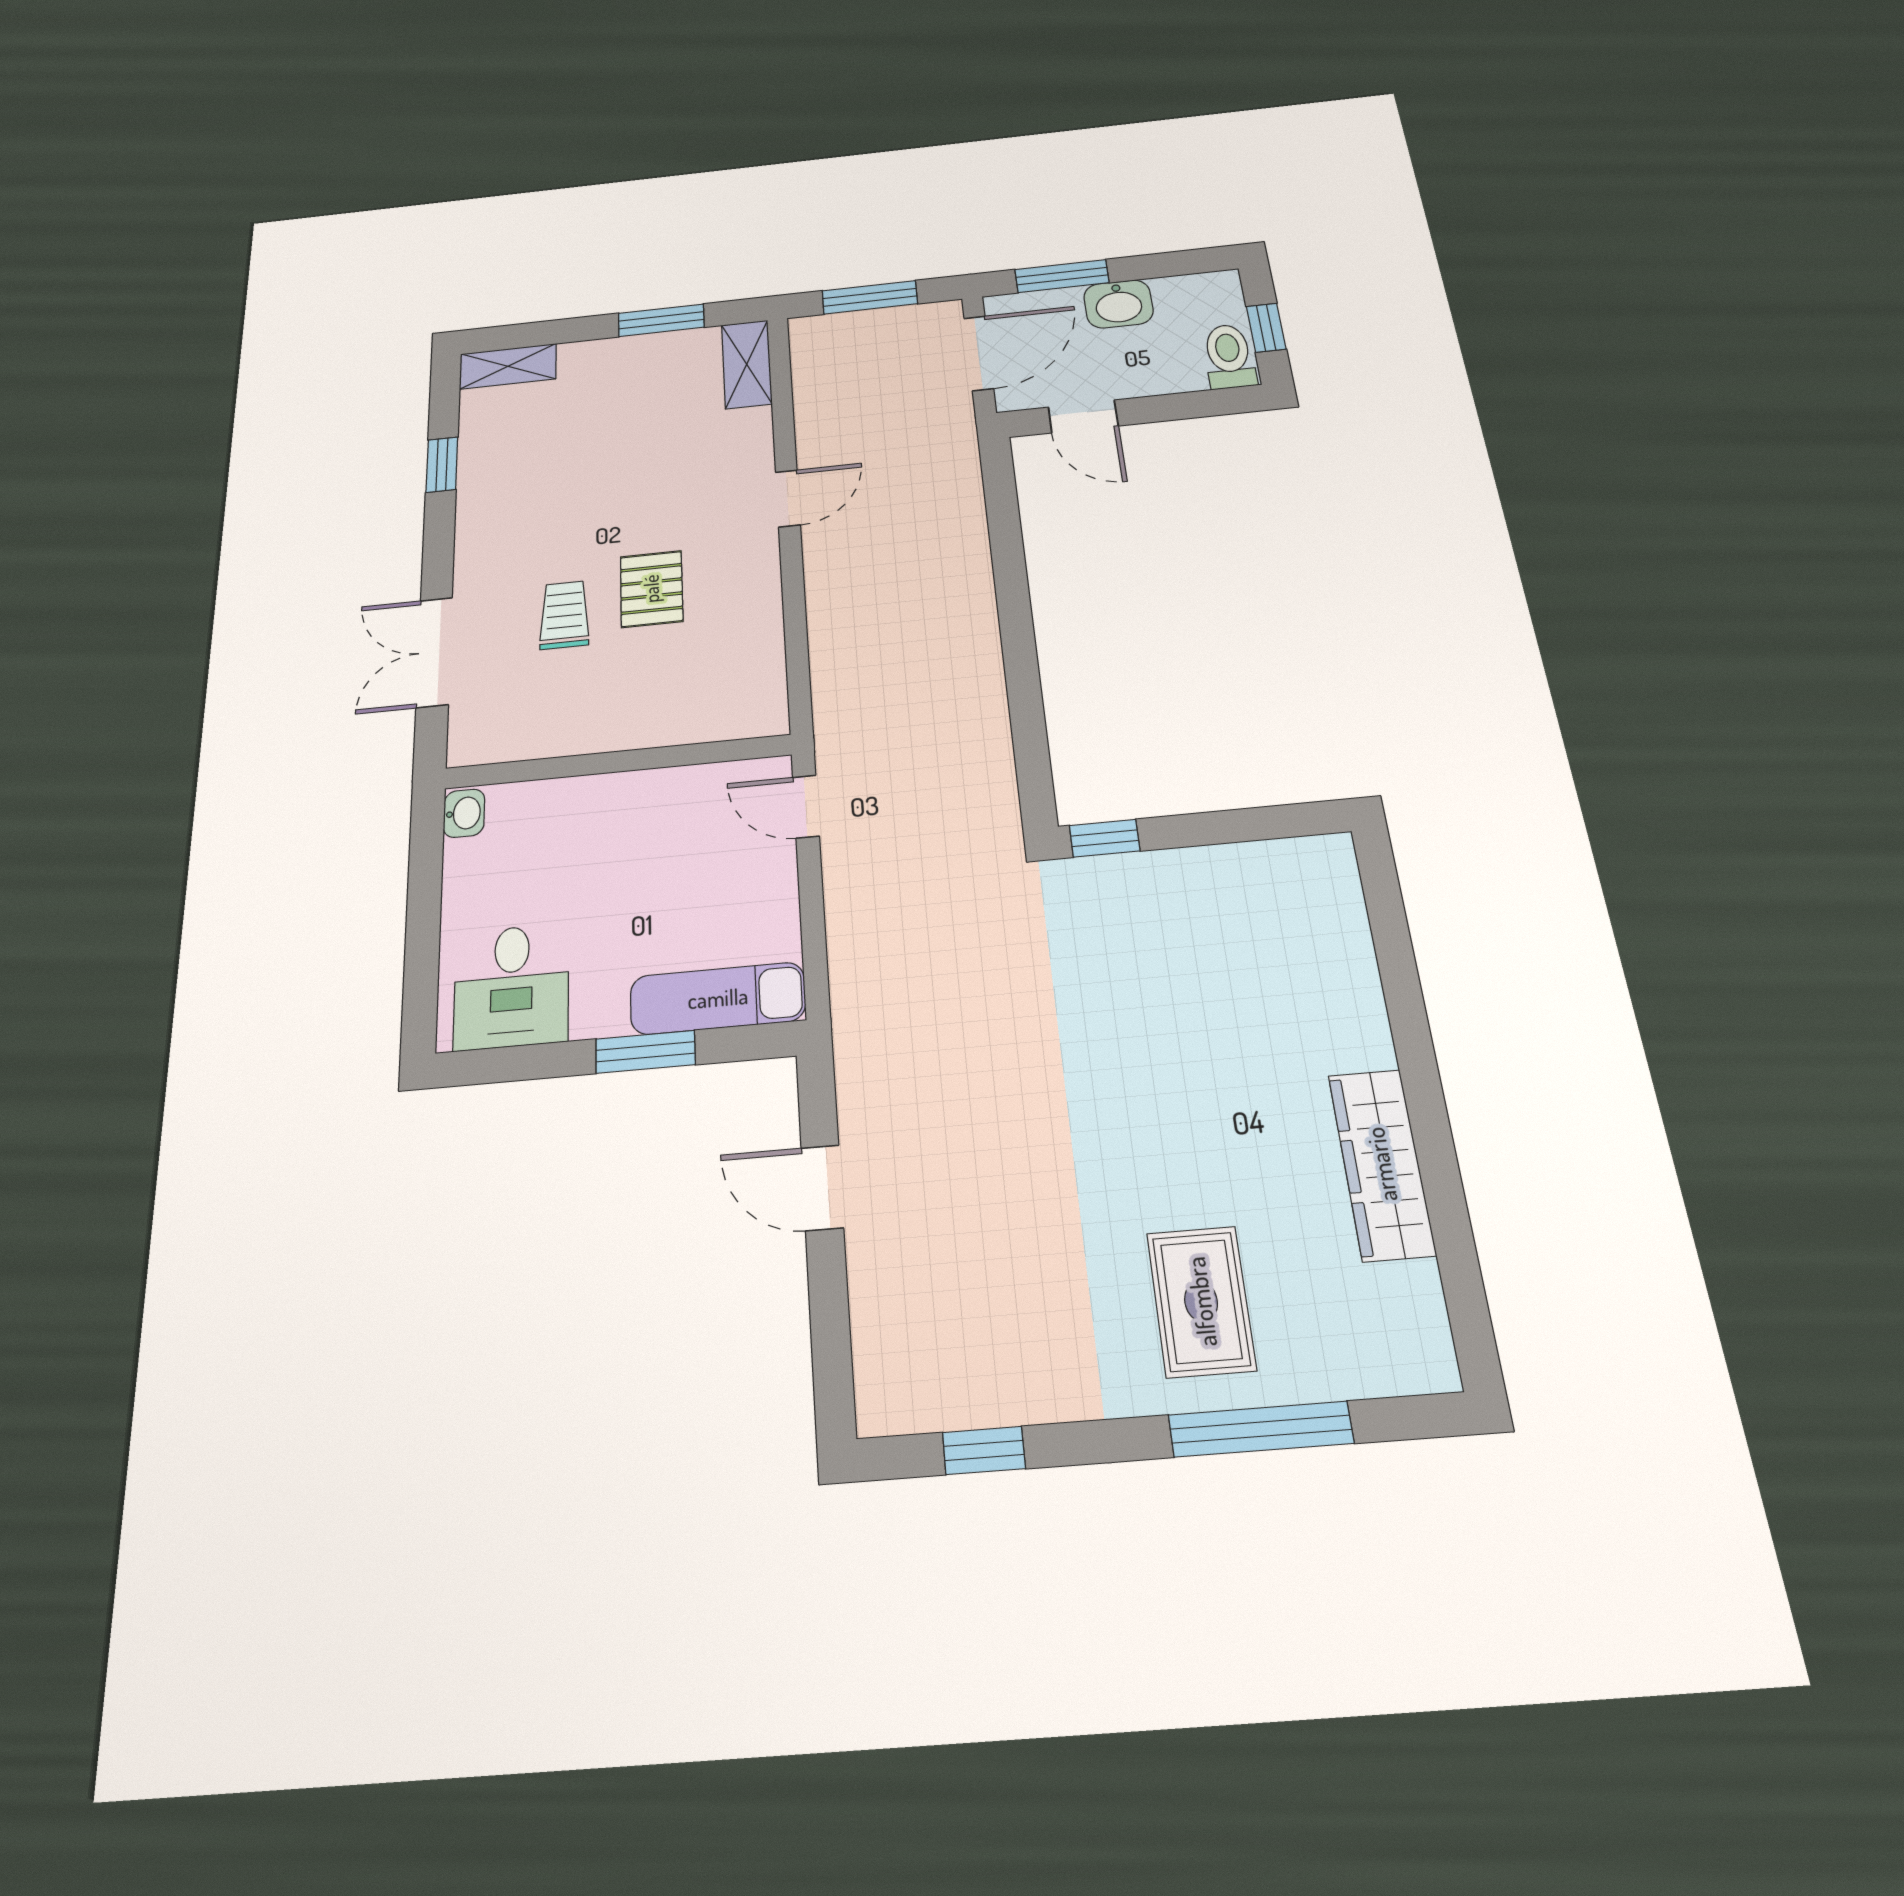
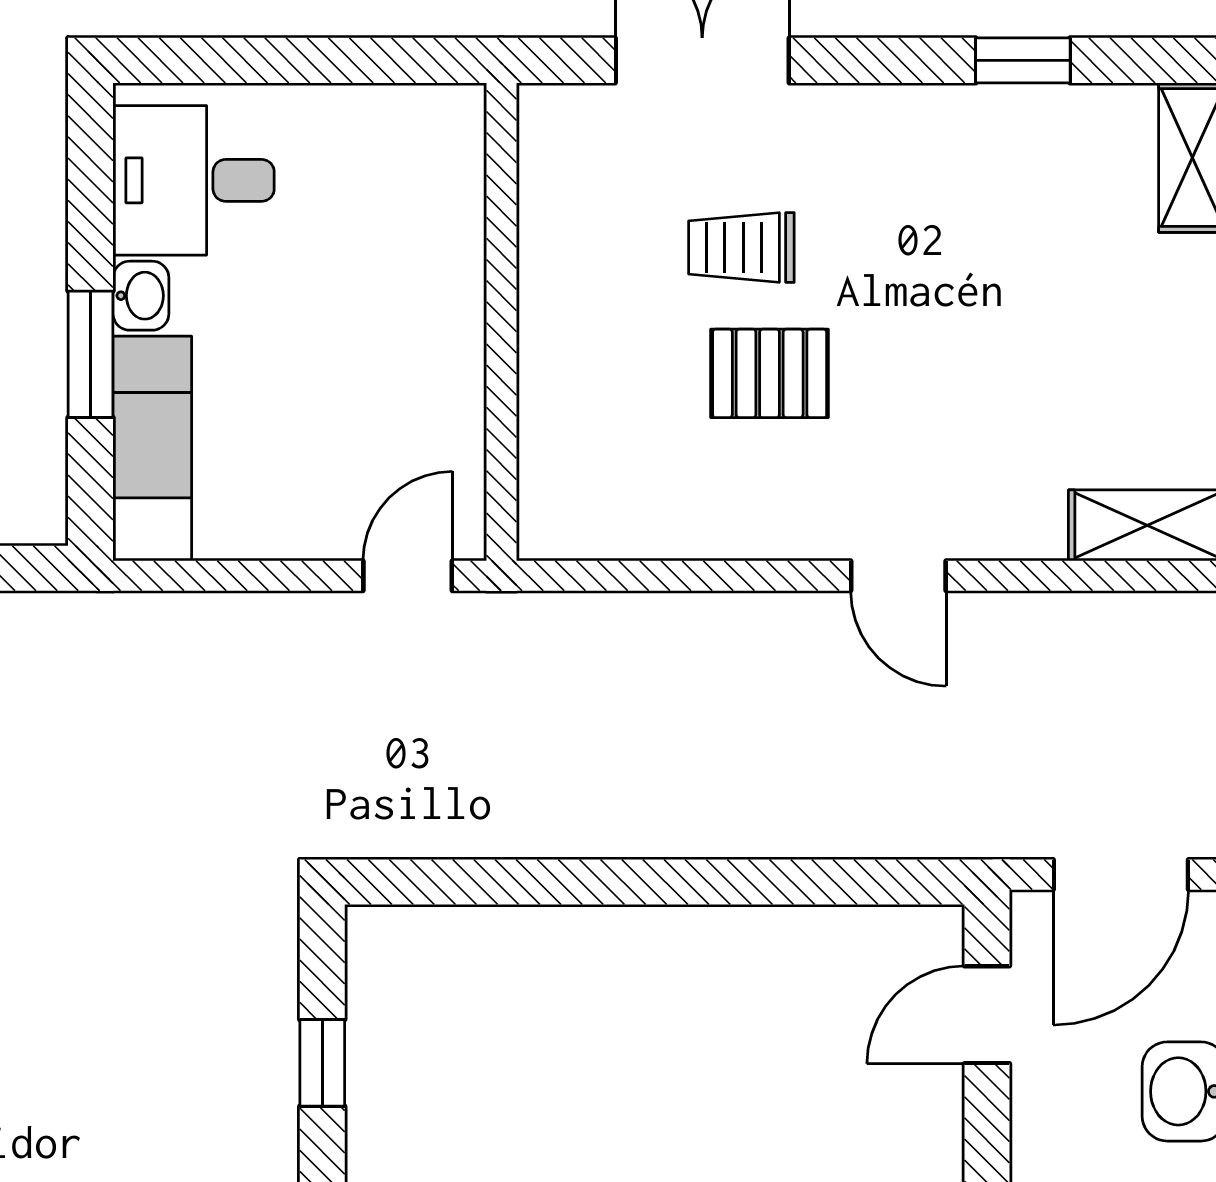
door: (979, 353) -> (1121, 875), hinge flipped
trolley: (564, 615) -> (741, 247), turned 180
washbasin: (464, 813) -> (141, 296), moved, turned -90
window: (1105, 838) -> (322, 1063), moved

